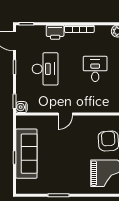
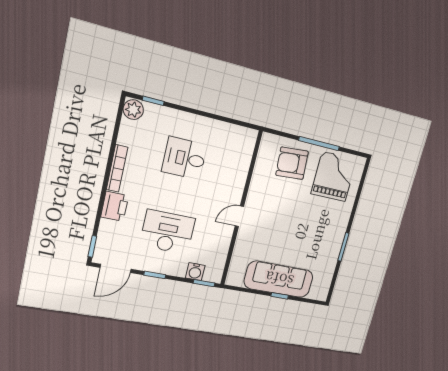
water cooler: (21, 107) -> (195, 272), moved
door: (65, 114) -> (239, 216), swing flipped

